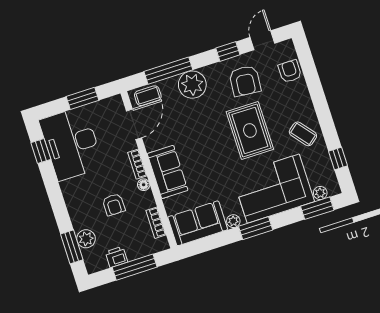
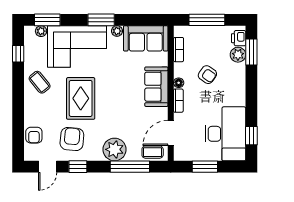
armchair: (114, 205) -> (207, 75), turned 125
printer: (116, 257) -> (239, 38), moved, turned 90

